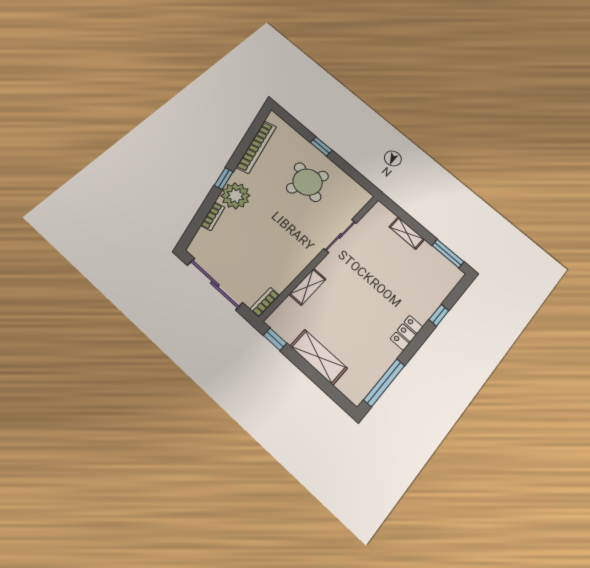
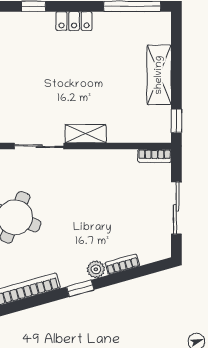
plant: (235, 196) -> (96, 269), width x0.53, depth x0.53
sliding door: (215, 284) -> (176, 208), width x0.73
shelving: (308, 287) -> (86, 134), moved

